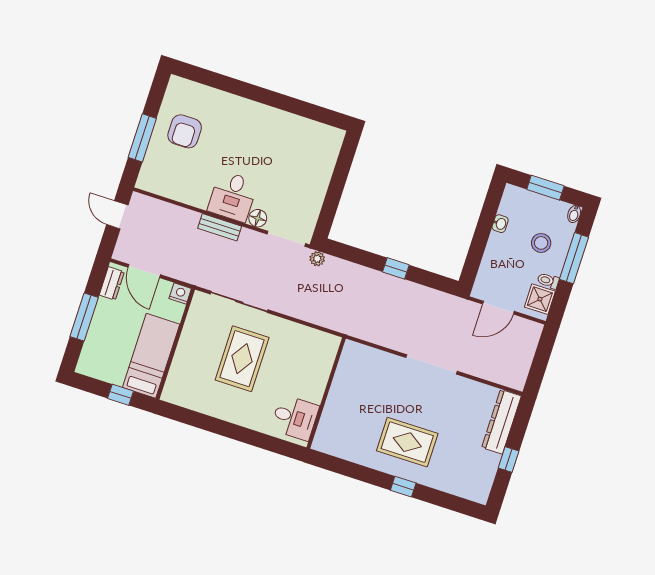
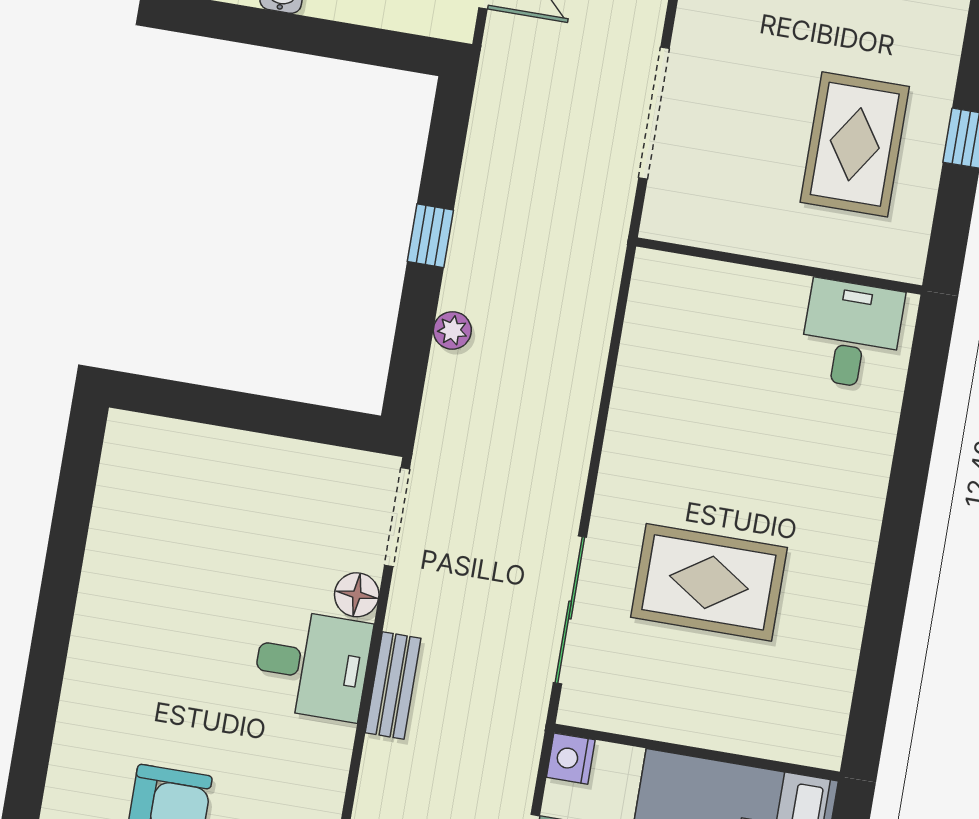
plant: (317, 259) -> (452, 330), moved
wall: (326, 393) -> (779, 266), moved
desk: (295, 418) -> (851, 334), moved

